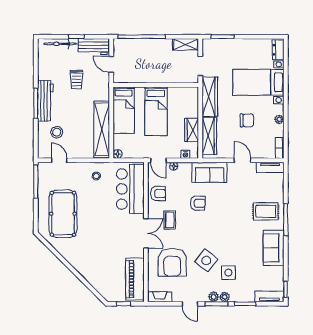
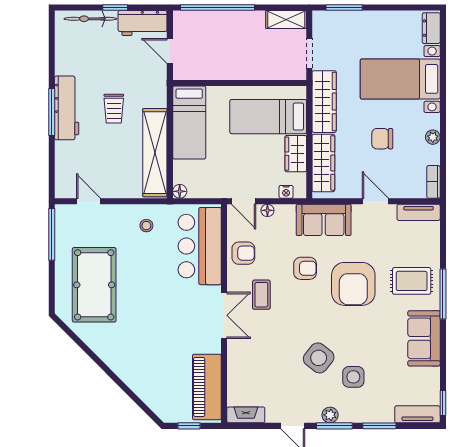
trolley: (77, 79) -> (114, 109), moved
bed: (156, 111) -> (268, 117), moved, turned 90
chair: (247, 120) -> (382, 139), turned 180
stool: (57, 132) -> (84, 157), removed
armchair: (172, 262) -> (353, 284), moved
plant: (225, 297) -> (347, 415), removed

